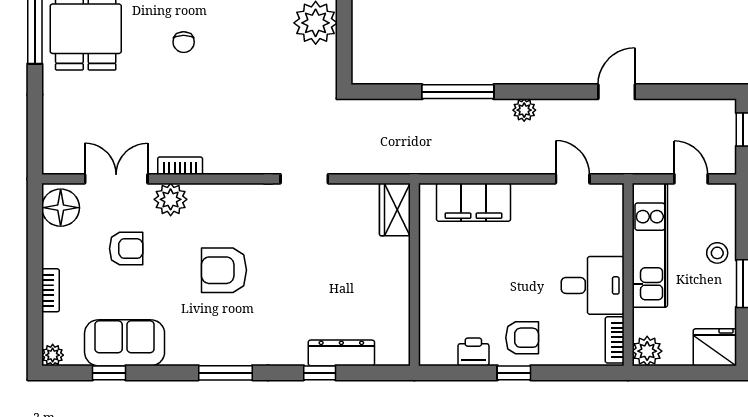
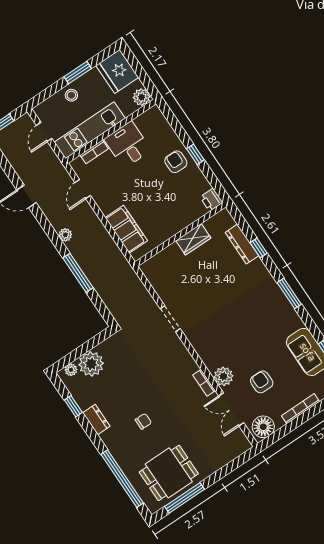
wardrobe: (395, 209) -> (193, 239), moved
armchair: (224, 270) -> (240, 328), removed
bookcase: (51, 290) -> (301, 409), width x1.56
bookcase: (615, 340) -> (94, 152), moved
fridge: (715, 347) -> (117, 71), width x1.36, depth x1.34
printer: (473, 352) -> (211, 200), moved

